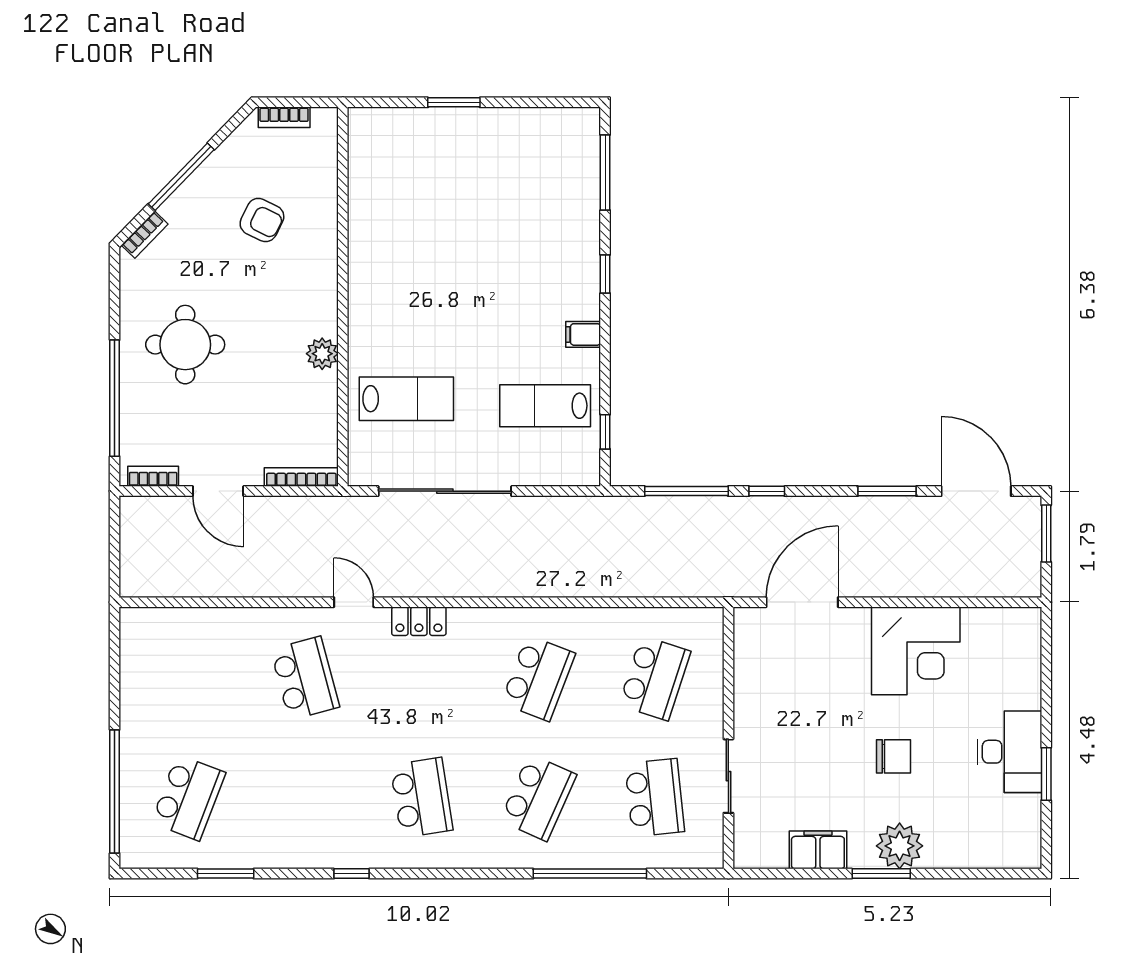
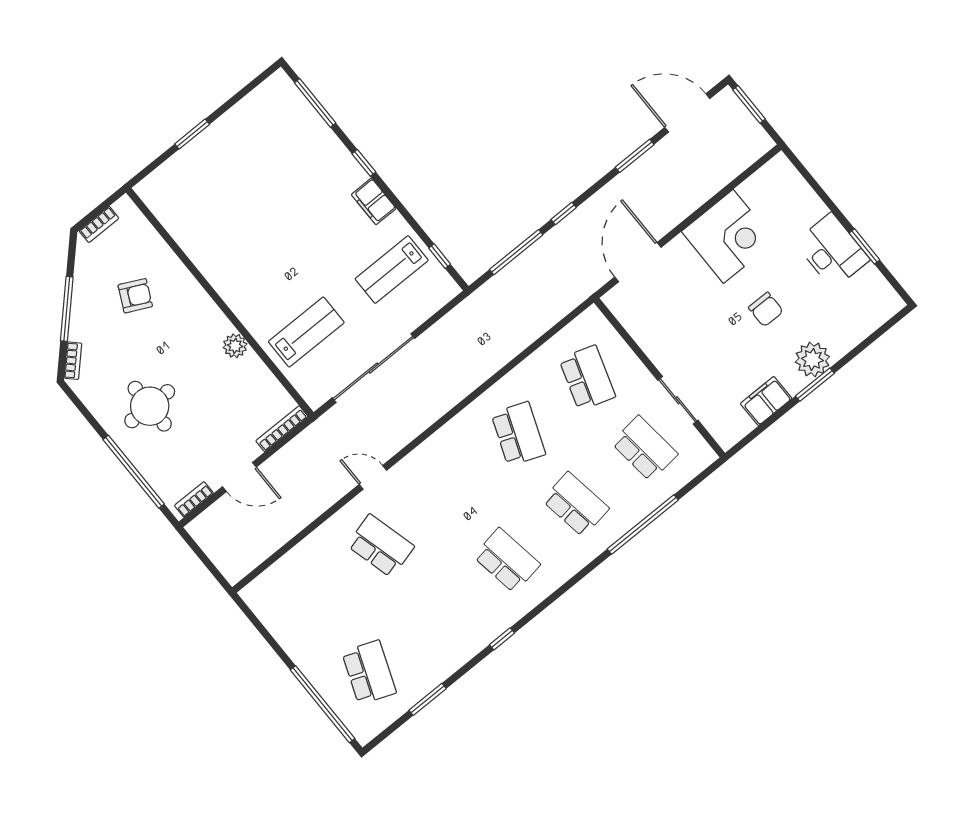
filing cabinet: (583, 334) -> (374, 201), width x2.00
locker: (419, 621) -> (421, 457), removed
chair: (893, 756) -> (766, 309), turned 90
school desk: (538, 798) -> (576, 504), turned -33

